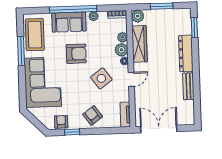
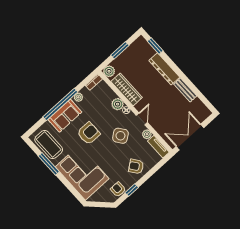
plant: (123, 37) -> (147, 134), moved

